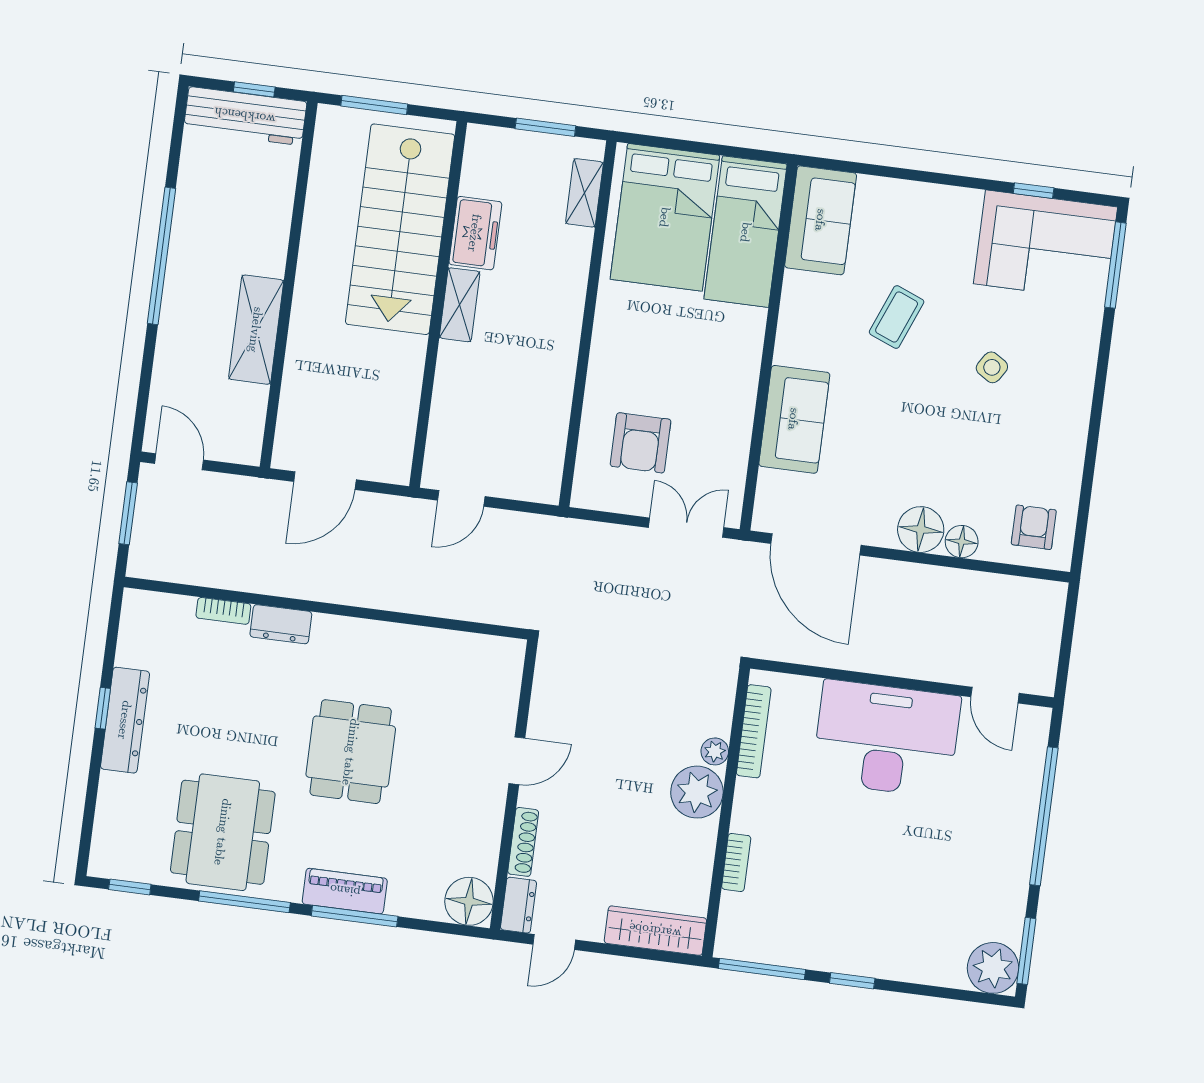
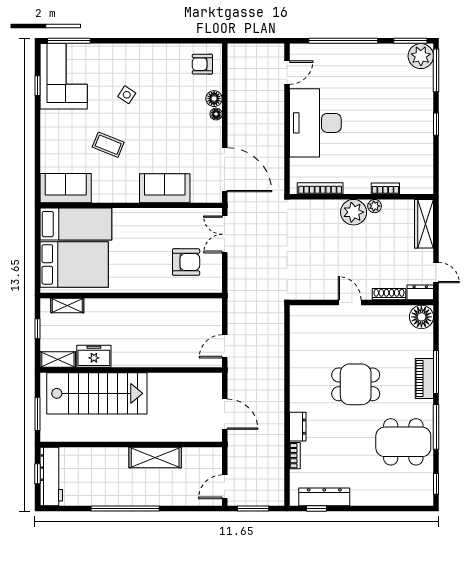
window: (545, 127) -> (38, 329), width x0.67
shelving: (460, 305) -> (58, 359), moved
door: (461, 498) -> (225, 346), swing flipped
floor lamp: (921, 530) -> (216, 114), width x0.53, depth x0.53
door: (816, 544) -> (225, 170), hinge flipped
window: (103, 708) -> (316, 509), moved
dresser: (125, 720) -> (324, 497), moved
plant: (715, 751) -> (375, 206), moved
window: (762, 969) -> (436, 70), moved

